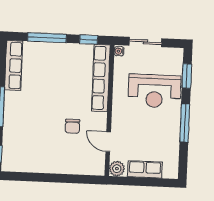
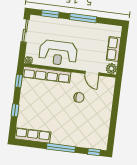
window: (47, 38) -> (15, 110), width x0.46
sliding door: (145, 42) -> (25, 31), moved
reception desk: (154, 91) -> (58, 53), moved, turned 90
door: (108, 142) -> (92, 73), hinge flipped

